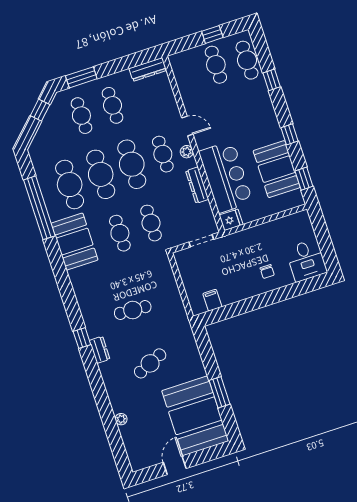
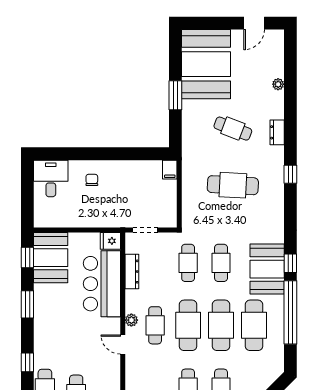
window: (289, 134) -> (27, 304), width x1.50
booth: (277, 169) -> (51, 258), moved
dresser: (197, 185) -> (132, 272), moved
window: (55, 254) -> (290, 263), added
filing cabinet: (212, 300) -> (170, 170), moved
cafe table: (133, 310) -> (233, 185), width x1.37, depth x1.35
dresser: (100, 350) -> (277, 132), moved
cafe table: (150, 363) -> (233, 129), turned 45
window: (219, 392) -> (175, 95), moved
door: (175, 465) -> (254, 23), moved

